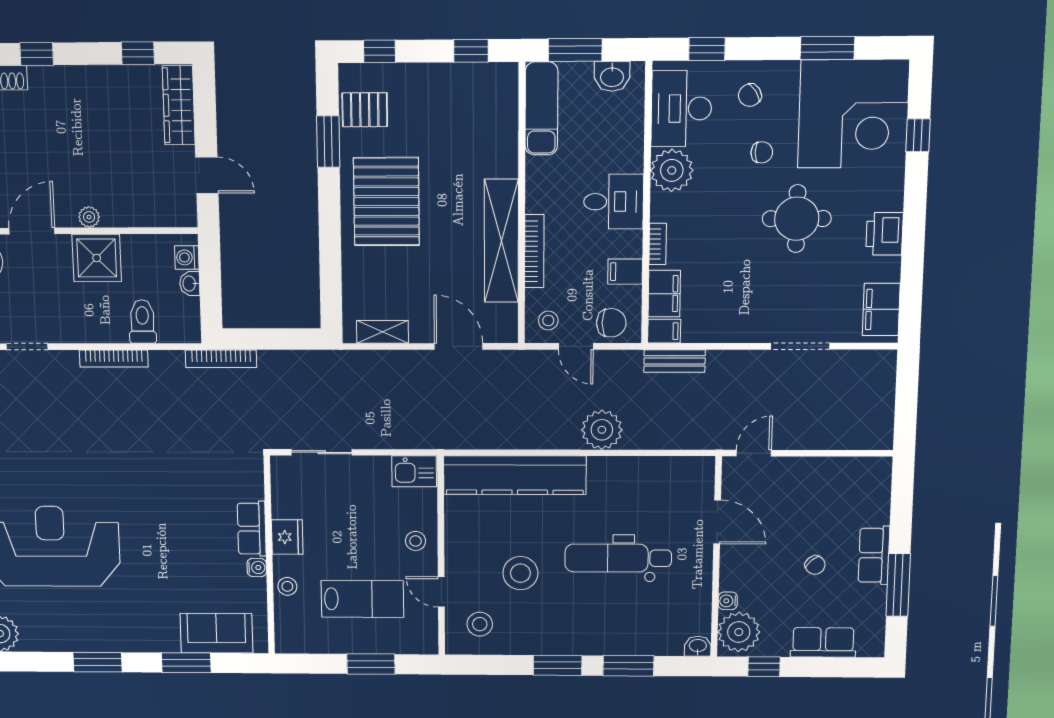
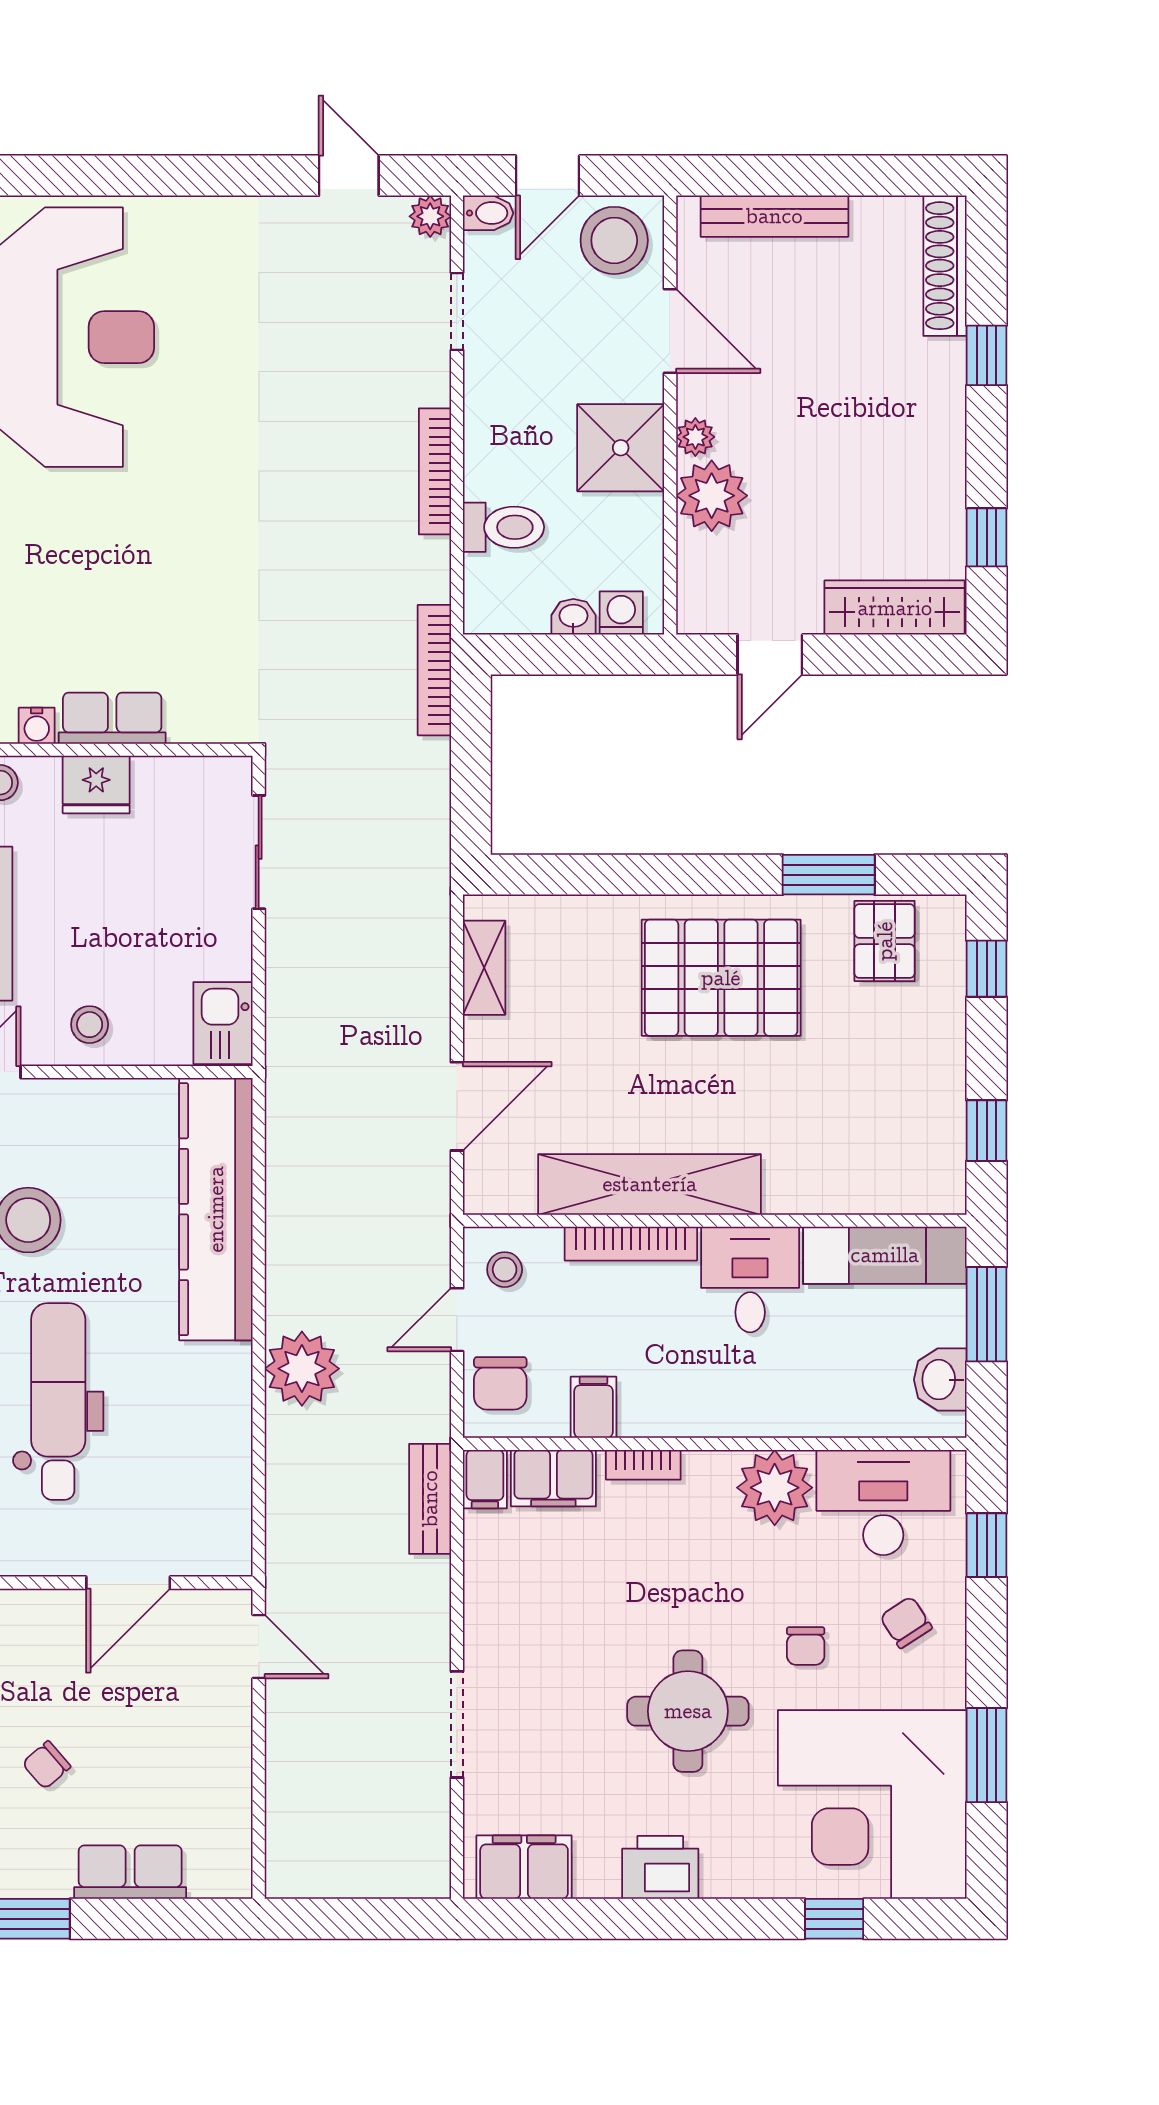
desk: (614, 202) -> (750, 1280), moved, turned 180
plant: (121, 208) -> (712, 496), added
row of seats: (874, 555) -> (130, 1872), moved

